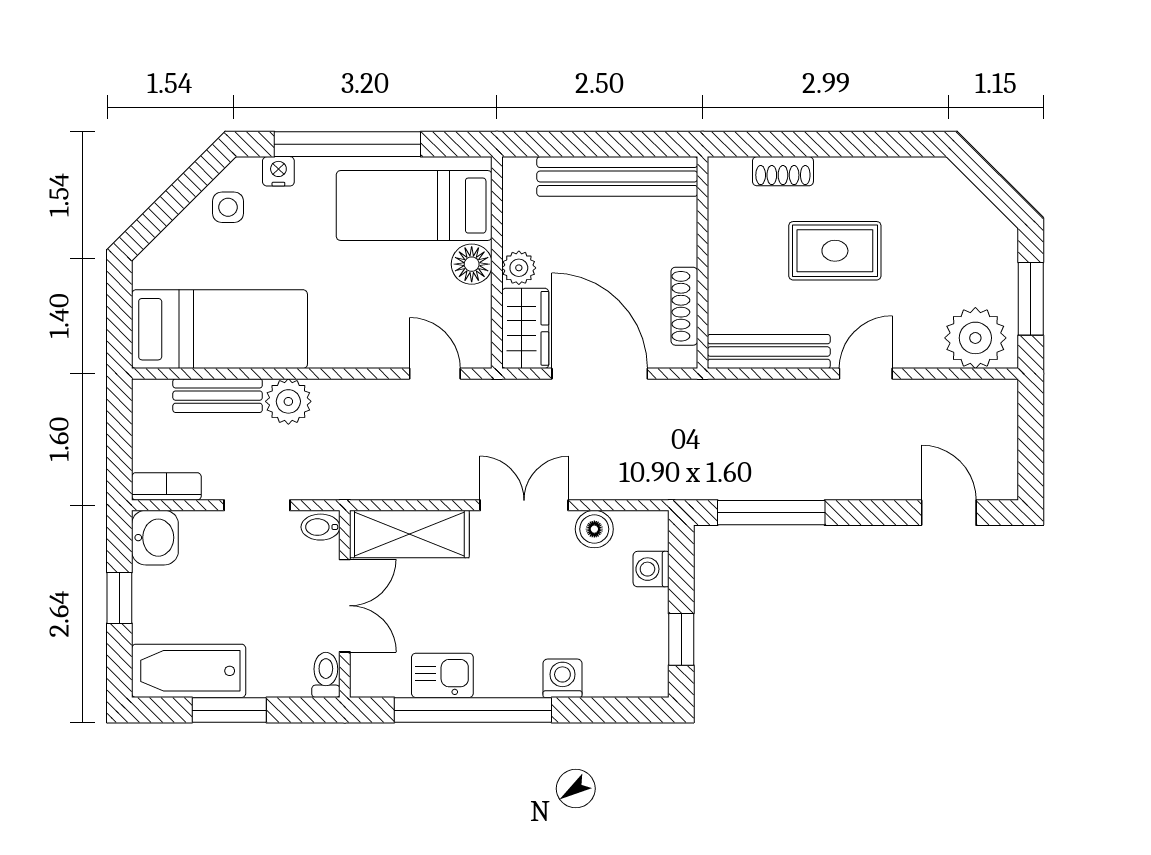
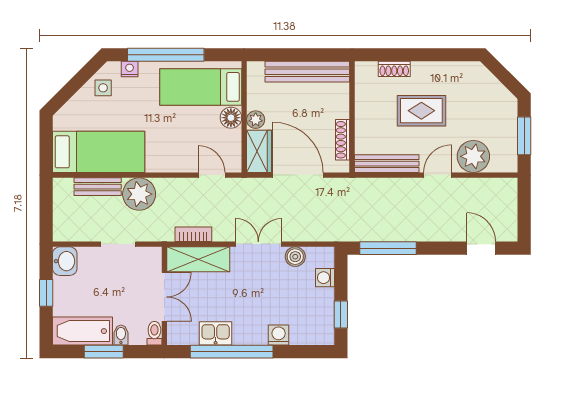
plant: (975, 338) -> (473, 156), moved
plant: (288, 401) -> (139, 194), width x1.36, depth x1.36
bookcase: (166, 486) -> (193, 234), moved
bidet: (320, 527) -> (121, 335), moved, turned 90

